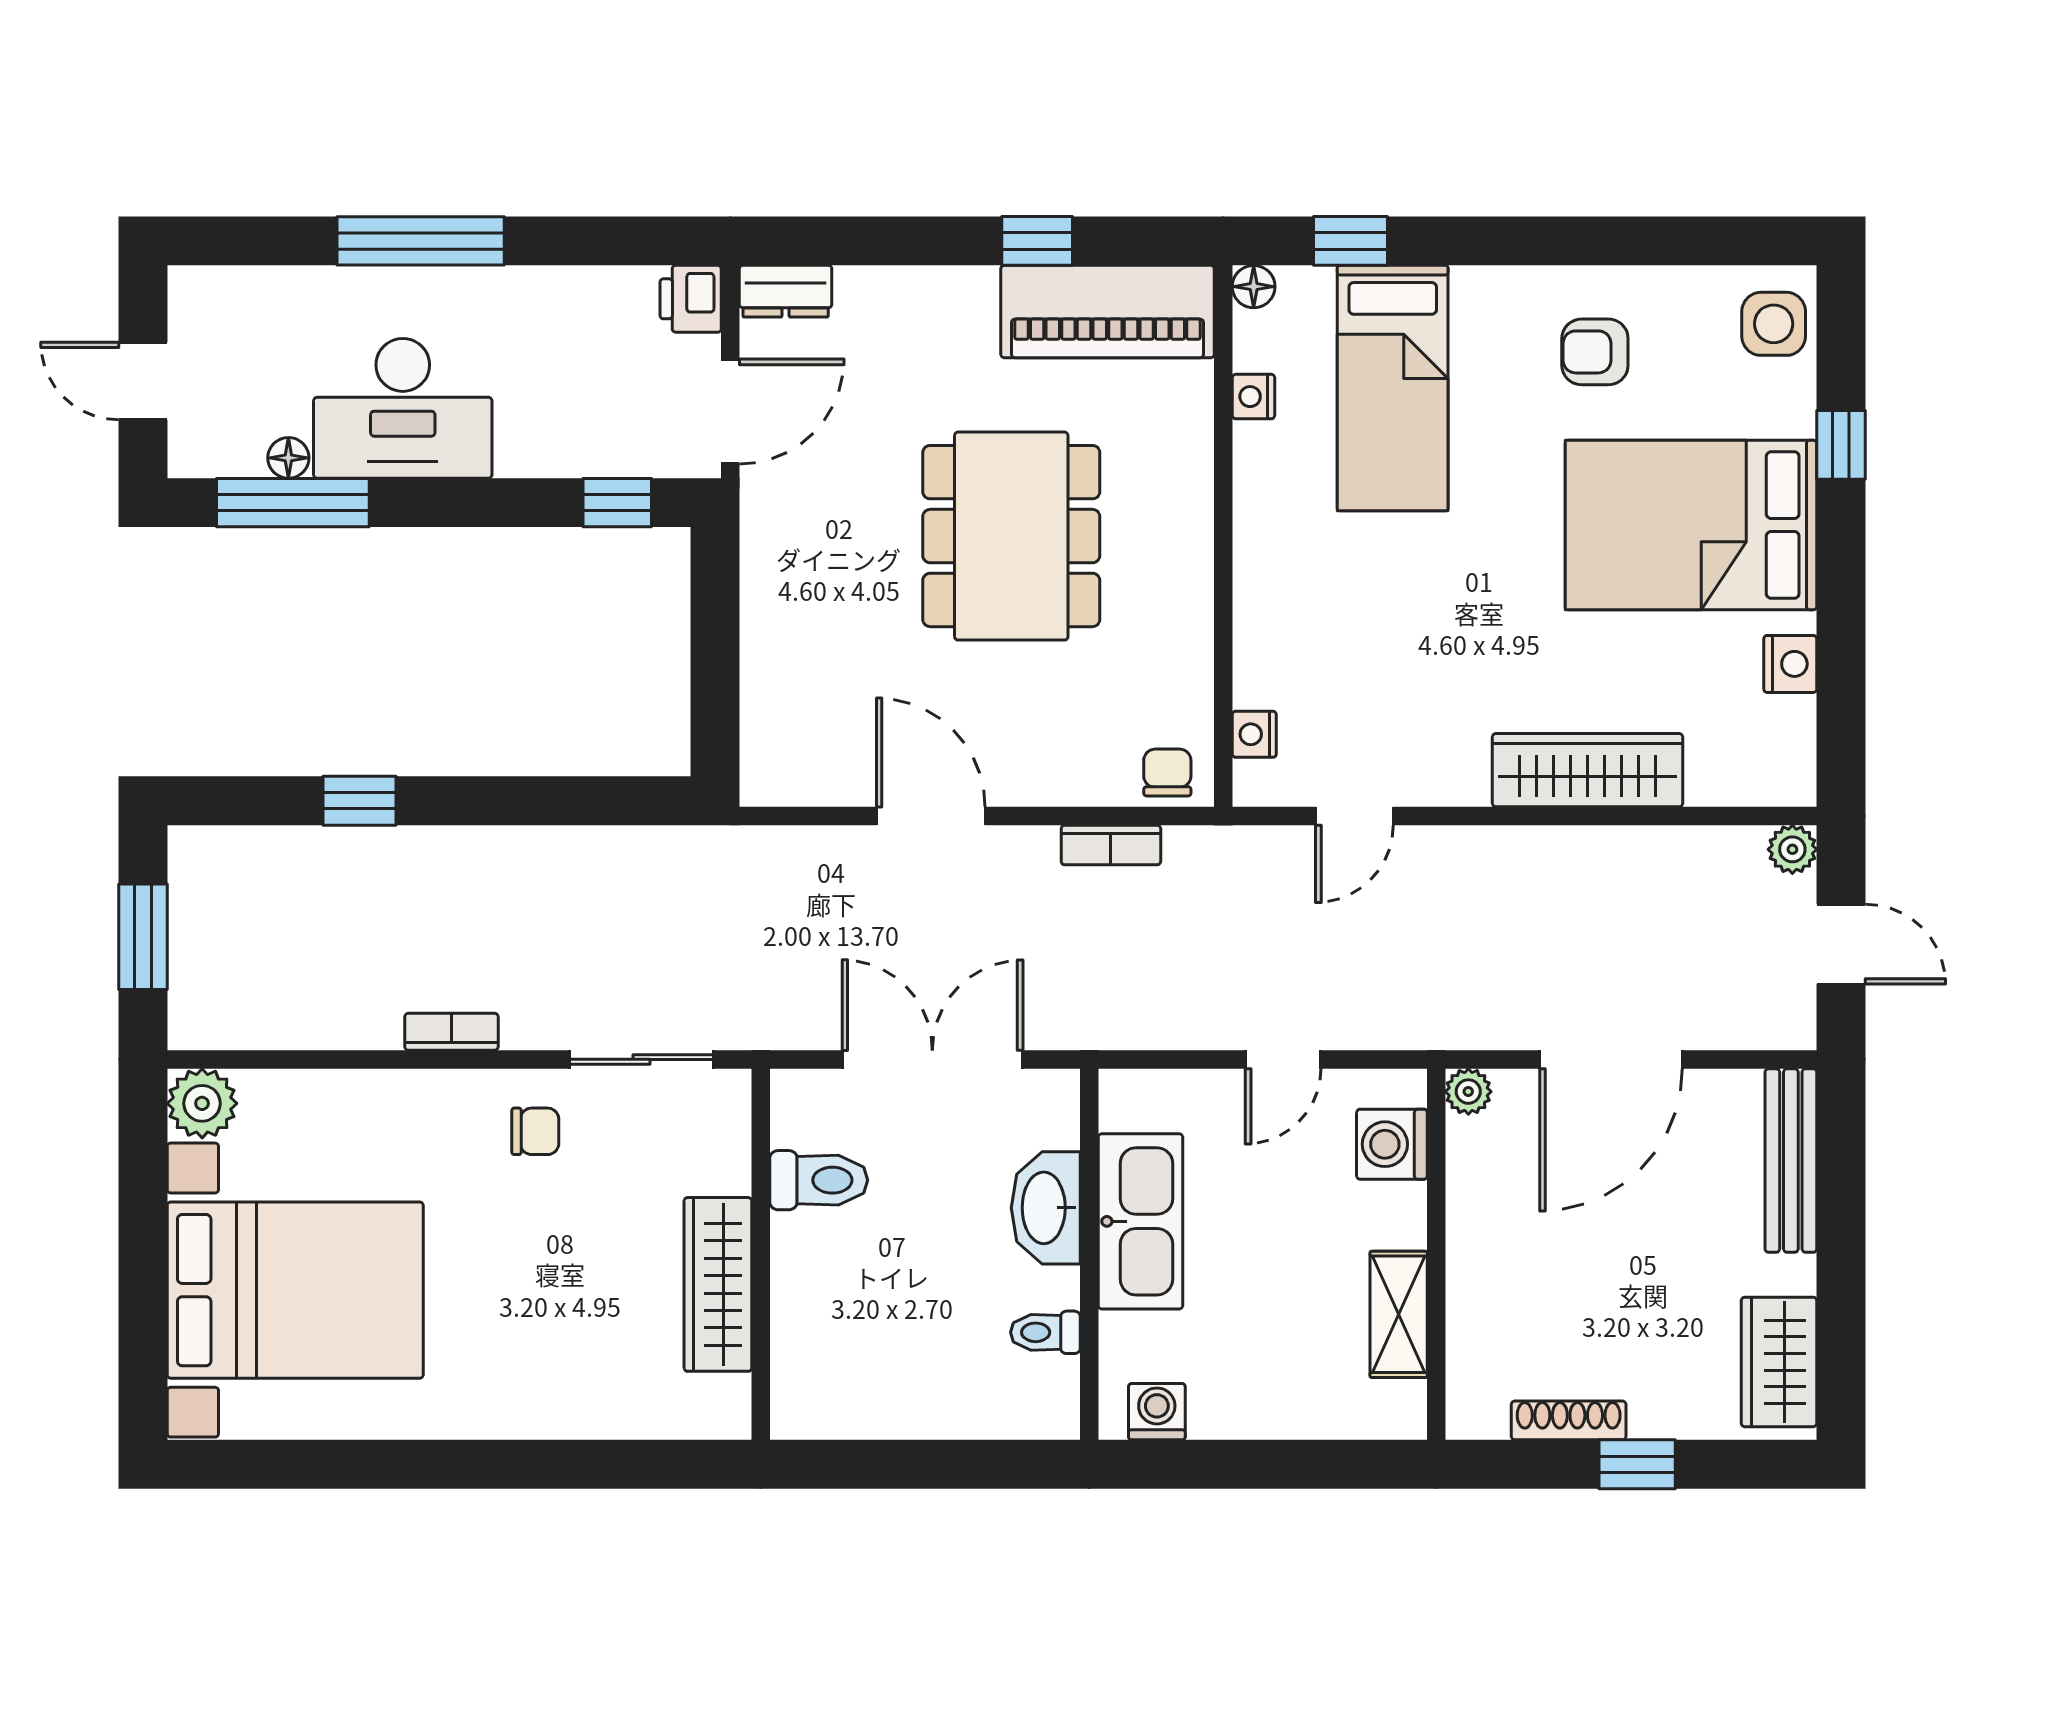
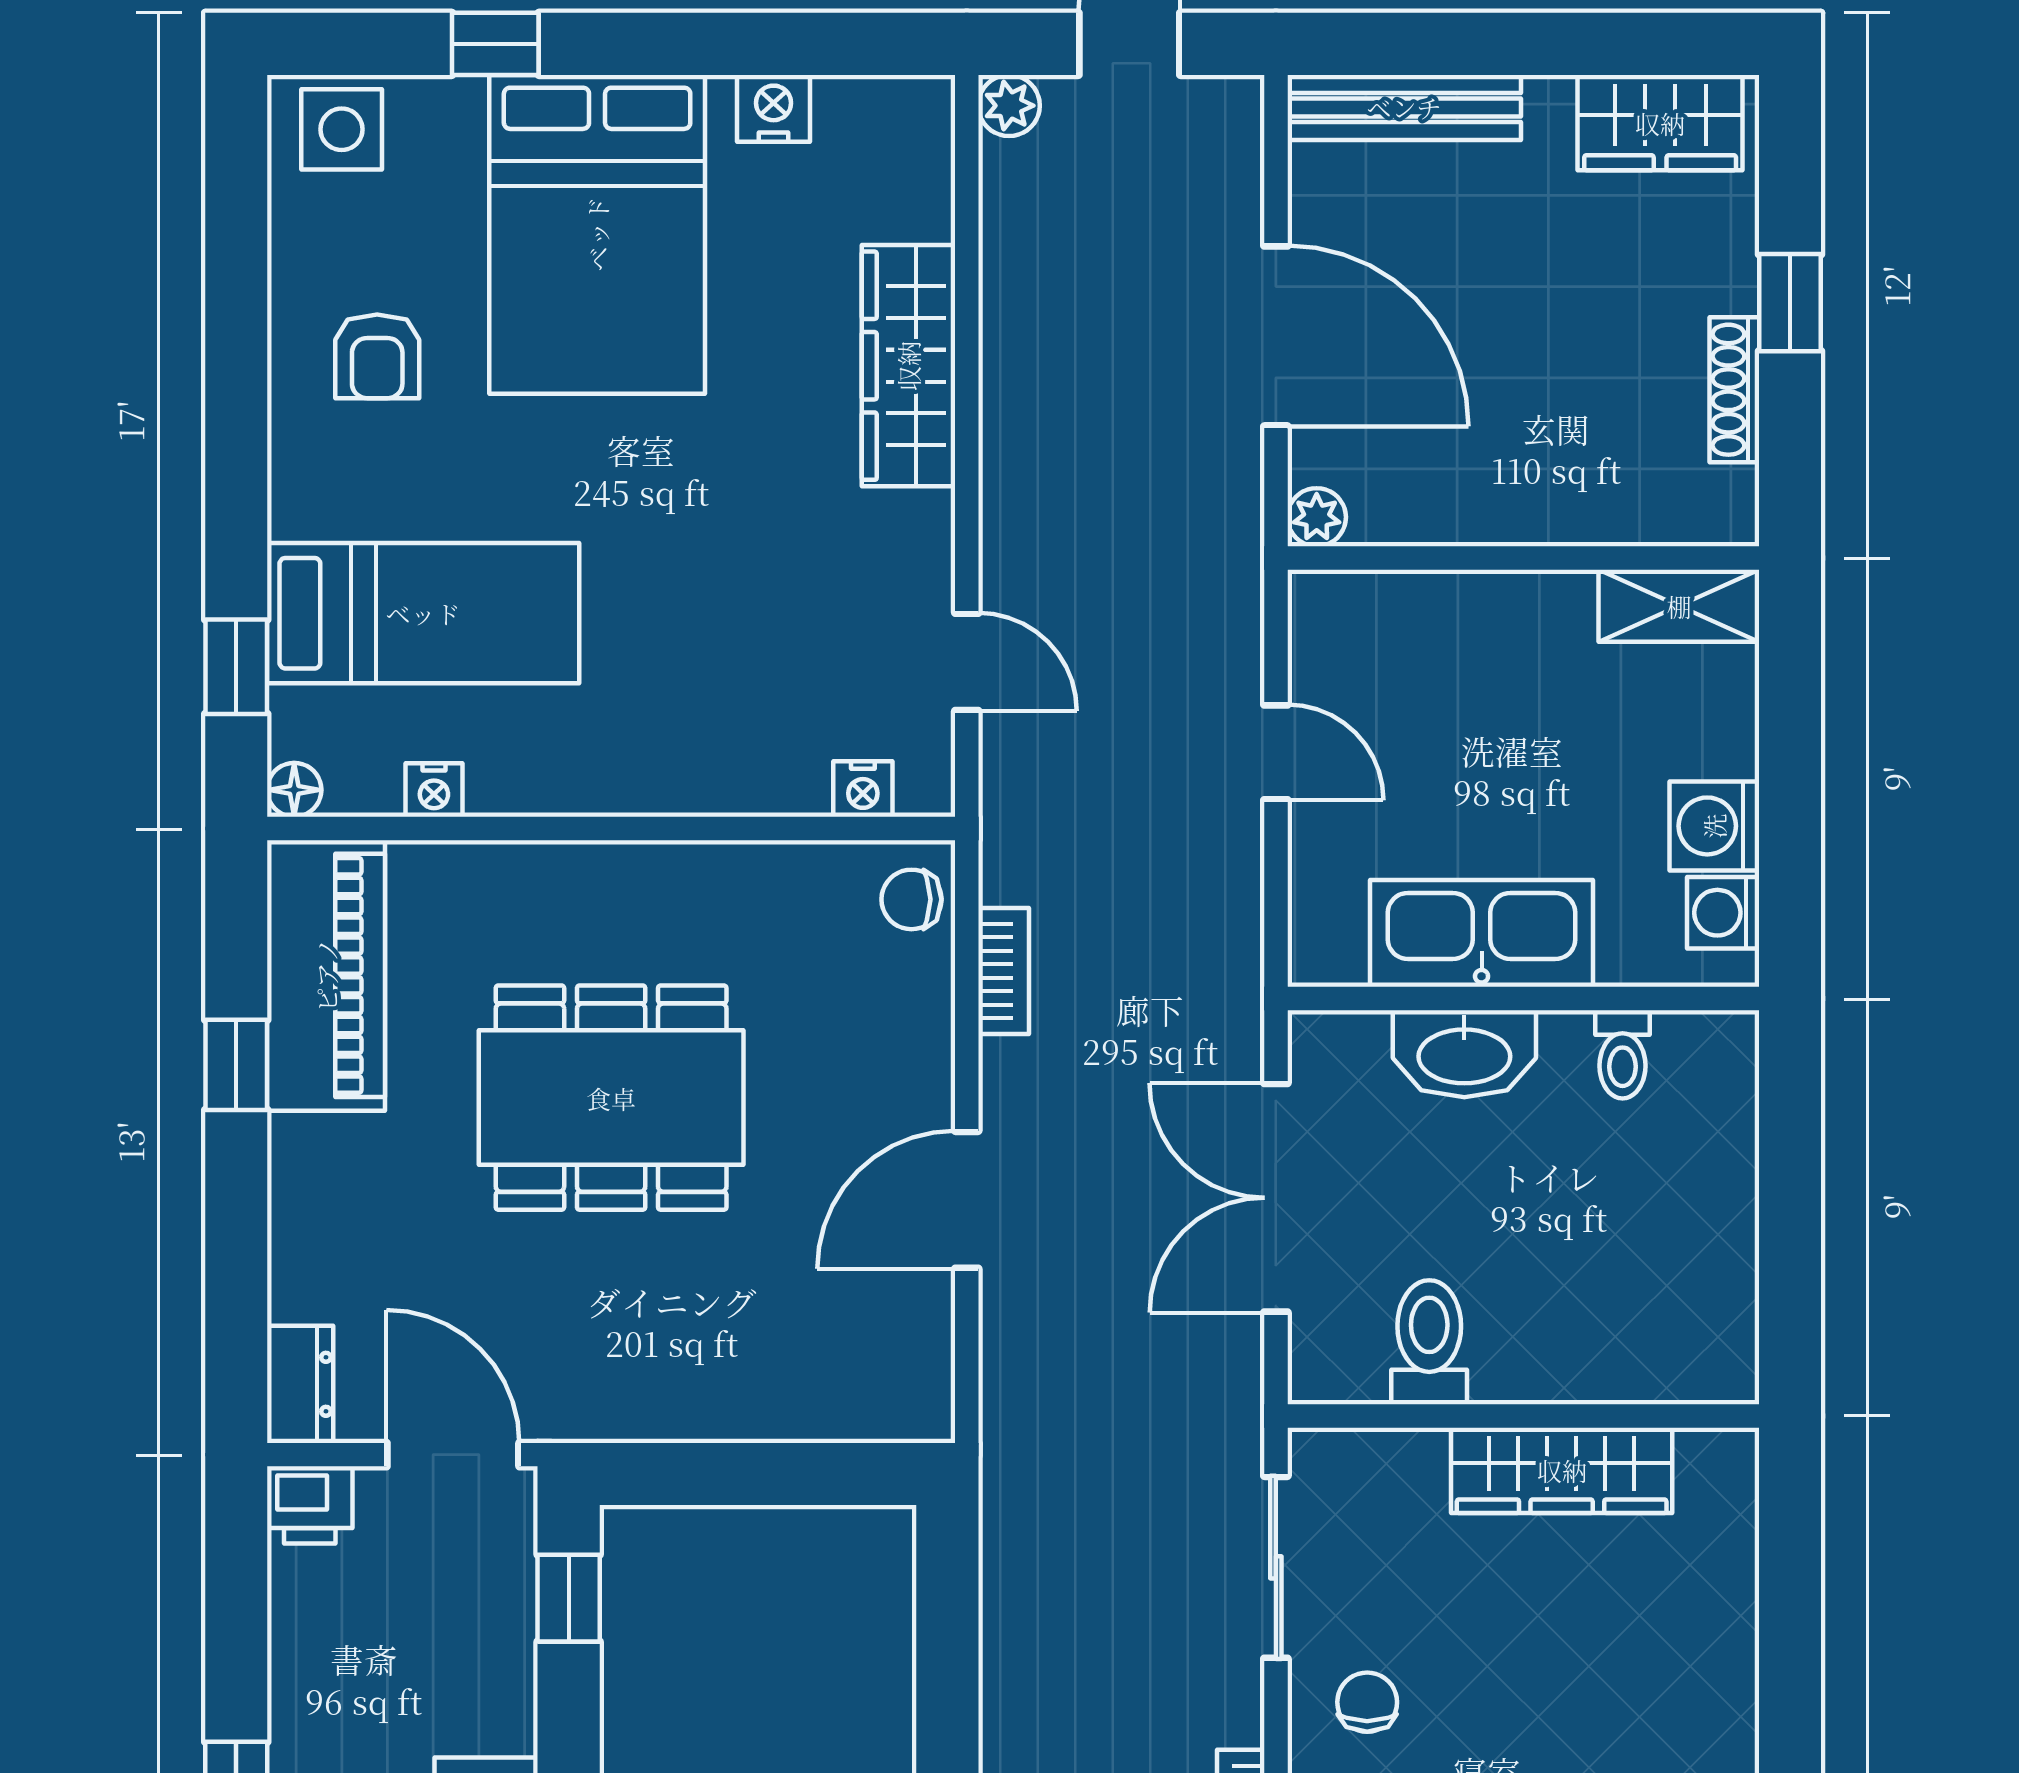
washing machine: (1392, 1144) -> (1714, 826), moved, turned 90
shelving: (1399, 1314) -> (1679, 606), moved

